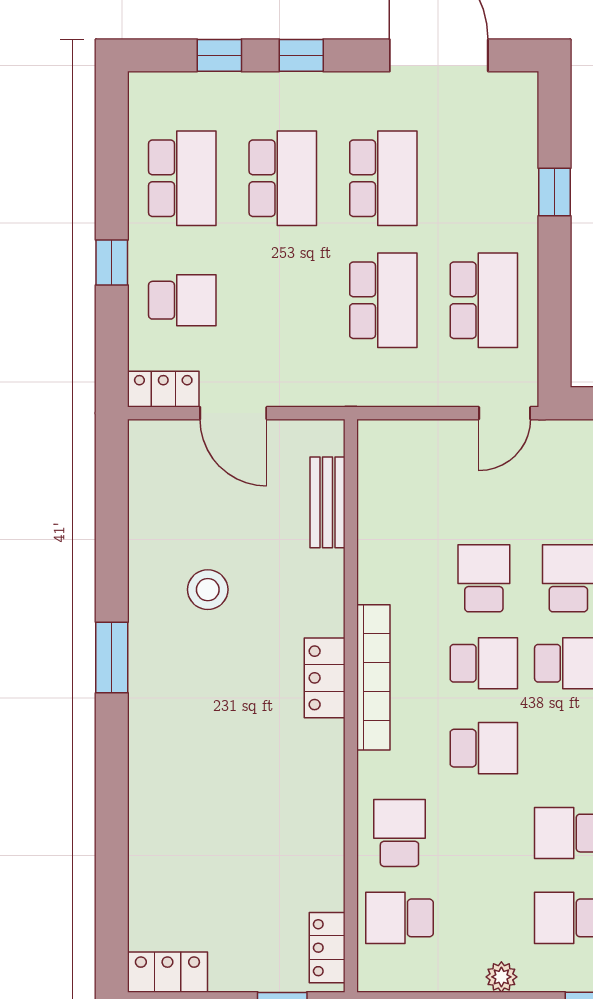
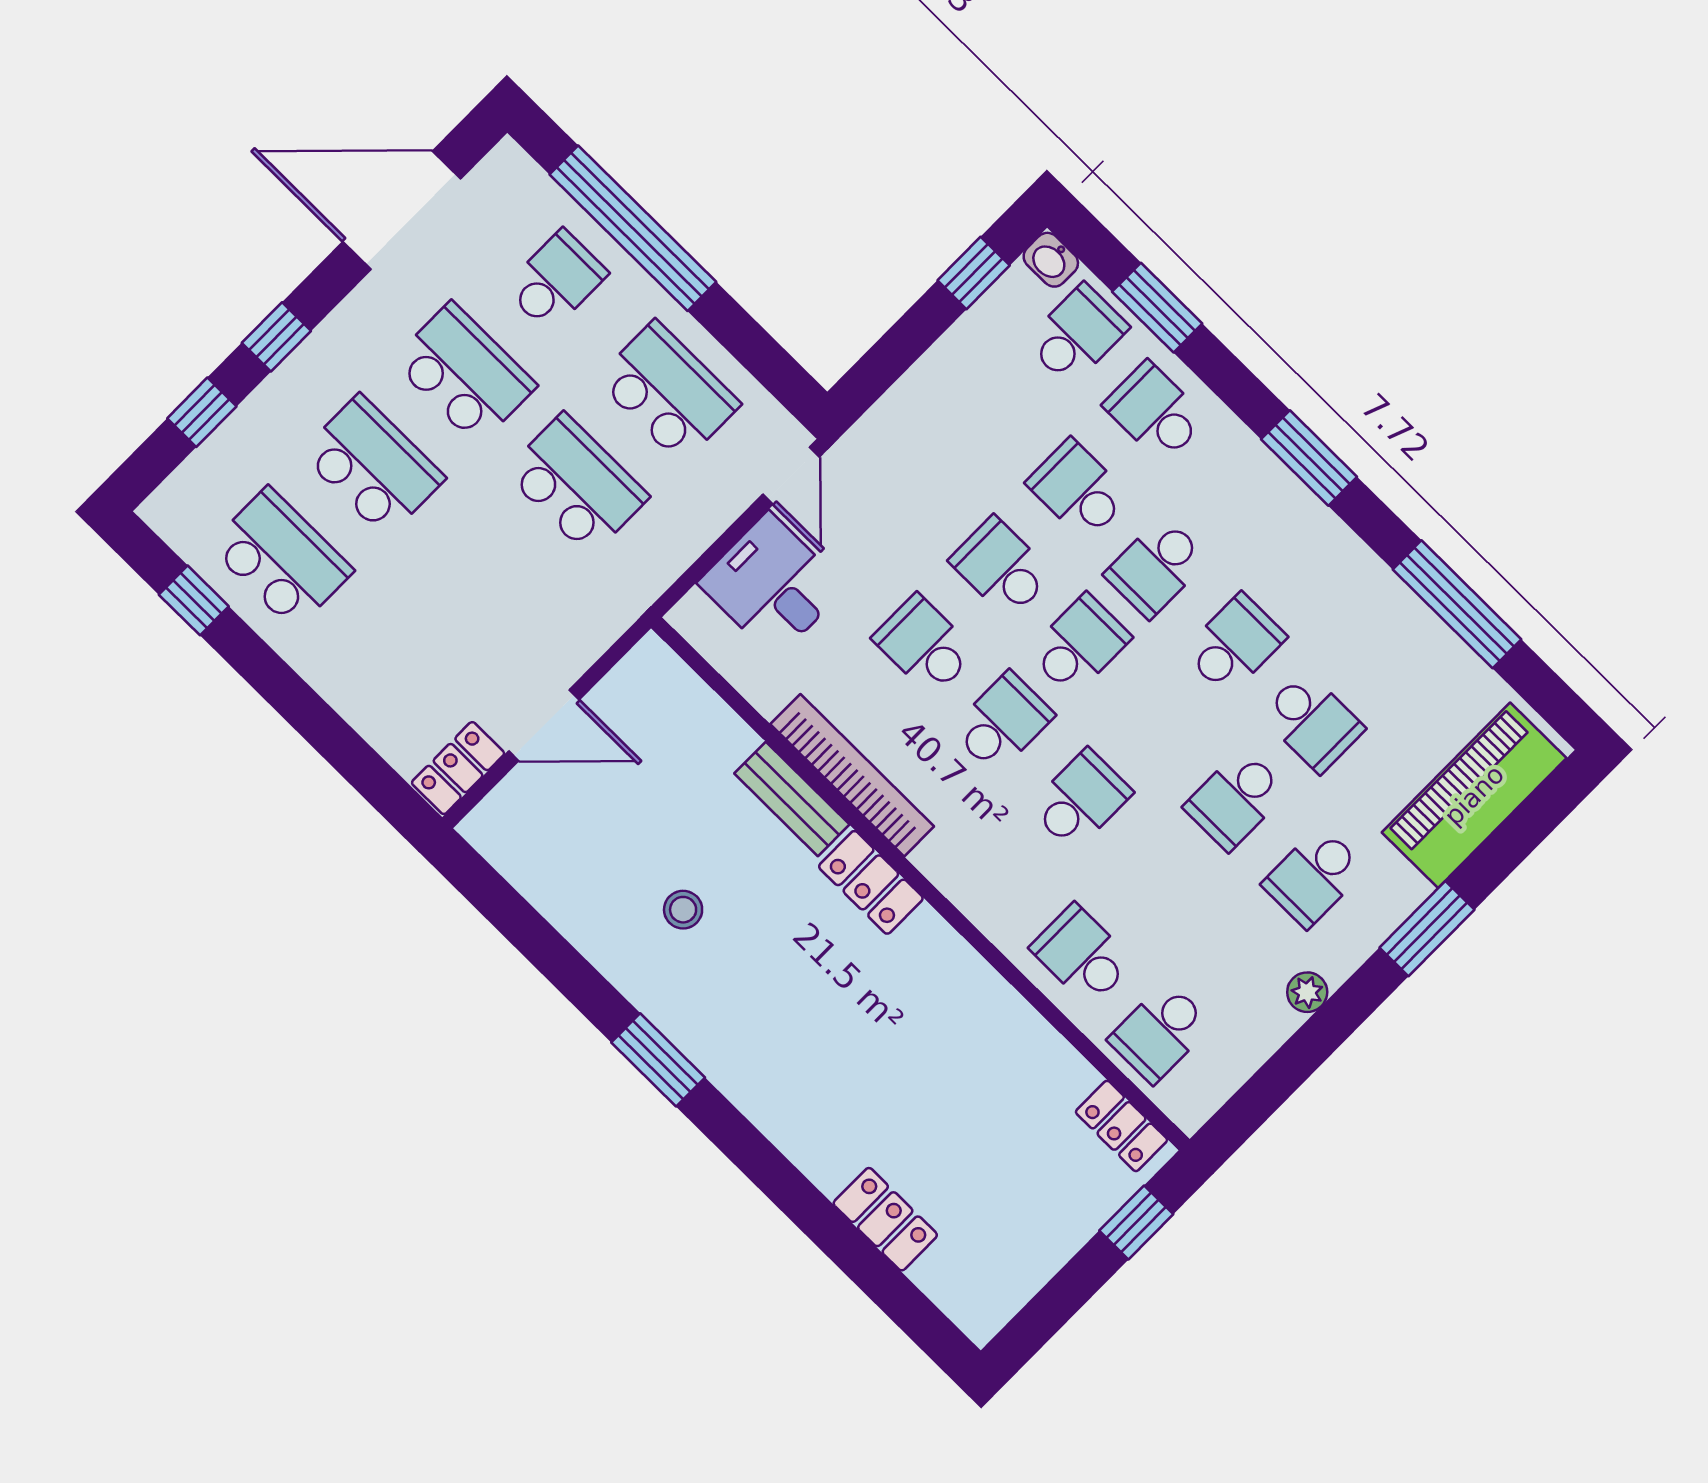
window: (554, 192) -> (633, 228), width x3.17
window: (112, 262) -> (194, 600), moved
school desk: (182, 300) -> (556, 281), moved
desk: (434, 462) -> (772, 585), added
bench: (328, 502) -> (792, 799), moved
stool: (208, 590) -> (683, 910), width x0.73, depth x0.73
bookcase: (373, 677) -> (852, 775), moved
locker: (167, 972) -> (885, 1219), moved, turned 90

